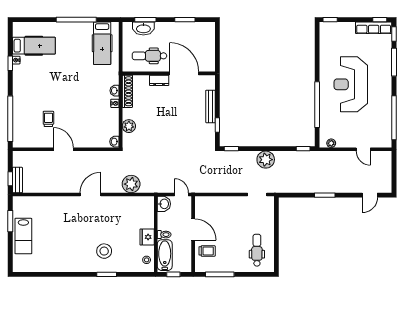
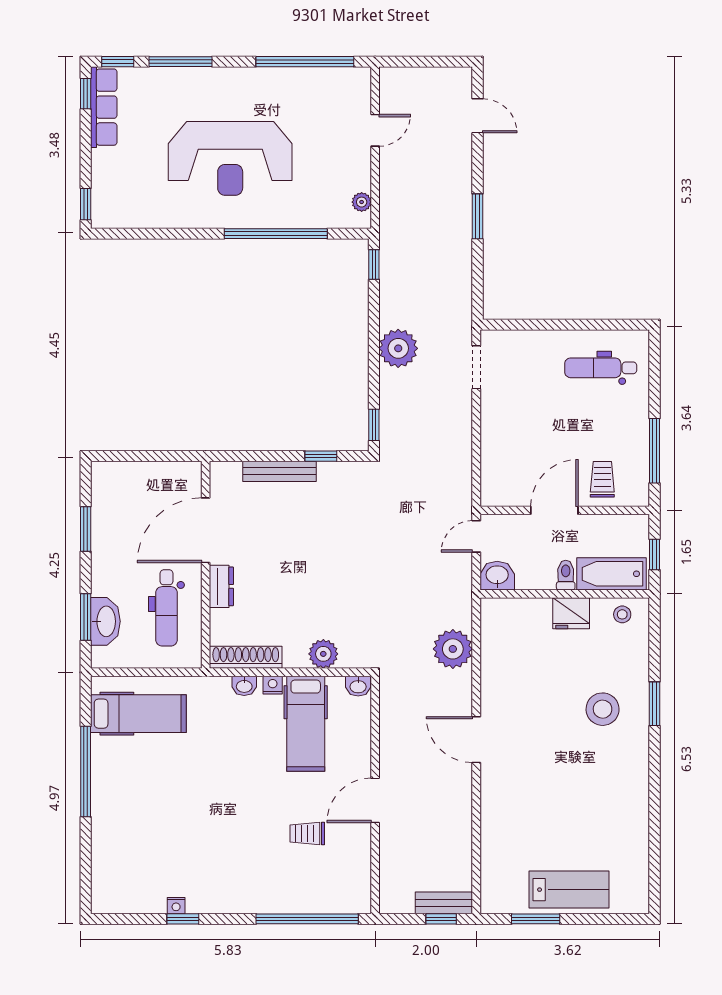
hospital bed: (34, 46) -> (306, 724), moved, turned 180

